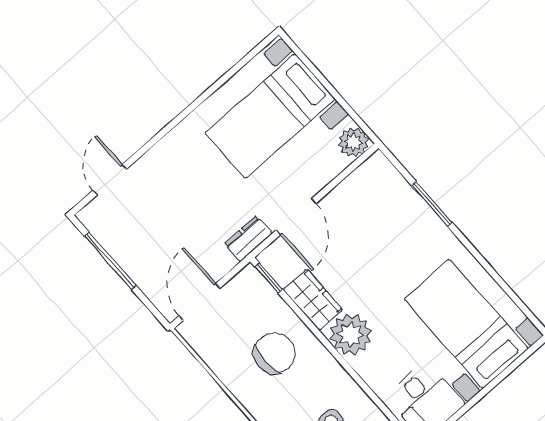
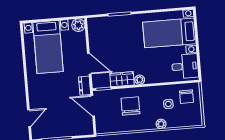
door: (110, 180) -> (29, 118), swing flipped
door: (200, 302) -> (93, 106), moved
plant: (350, 334) -> (140, 80), width x0.53, depth x0.53

